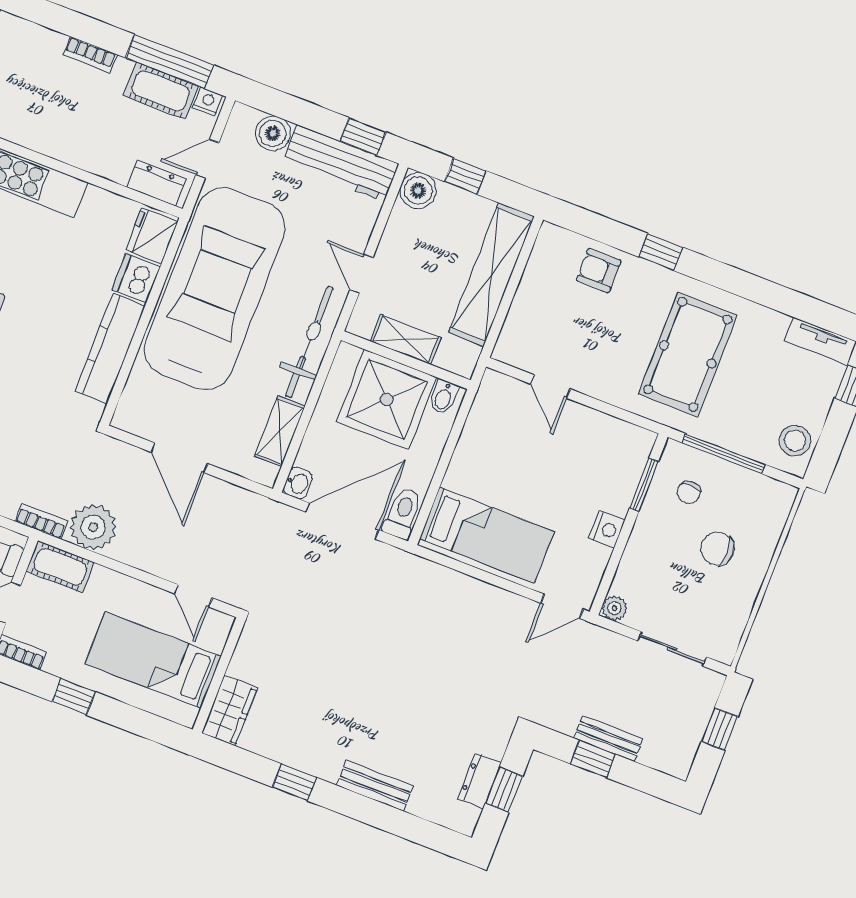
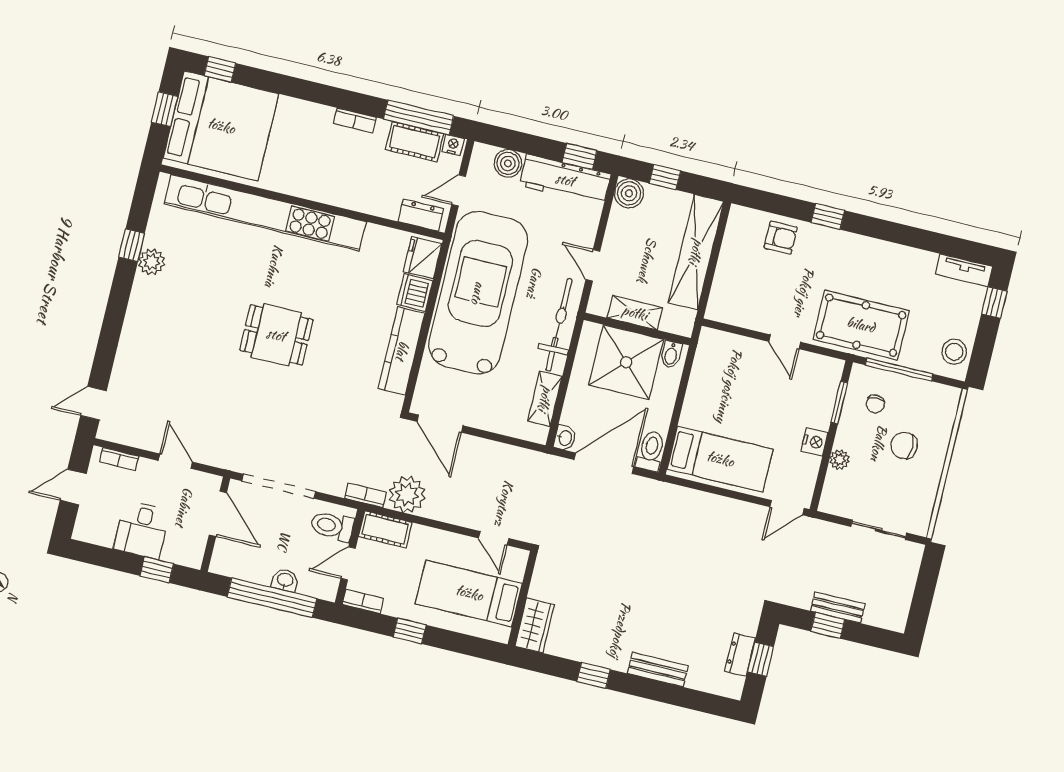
armchair: (599, 271) -> (781, 238), turned 180
pool table: (688, 354) -> (861, 325), moved, turned 90
door: (550, 386) -> (785, 342), moved
door: (179, 458) -> (440, 424), moved
plant: (614, 608) -> (839, 460), moved
window: (720, 729) -> (925, 588), removed

